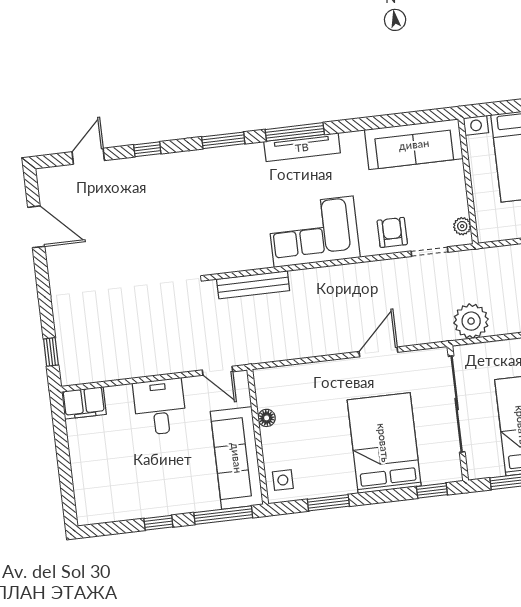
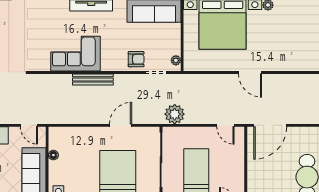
corner sofa: (314, 232) -> (76, 54), moved
armchair: (392, 232) -> (136, 59), turned 90
bench: (253, 285) -> (93, 79), moved

